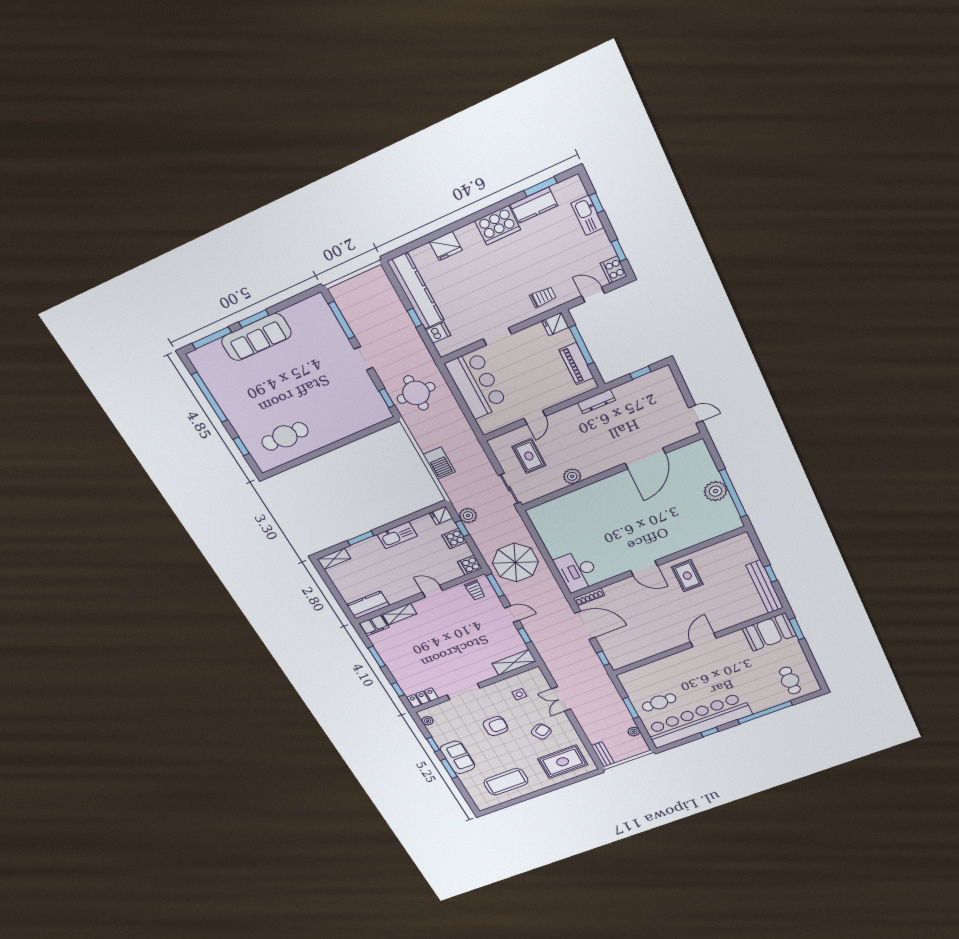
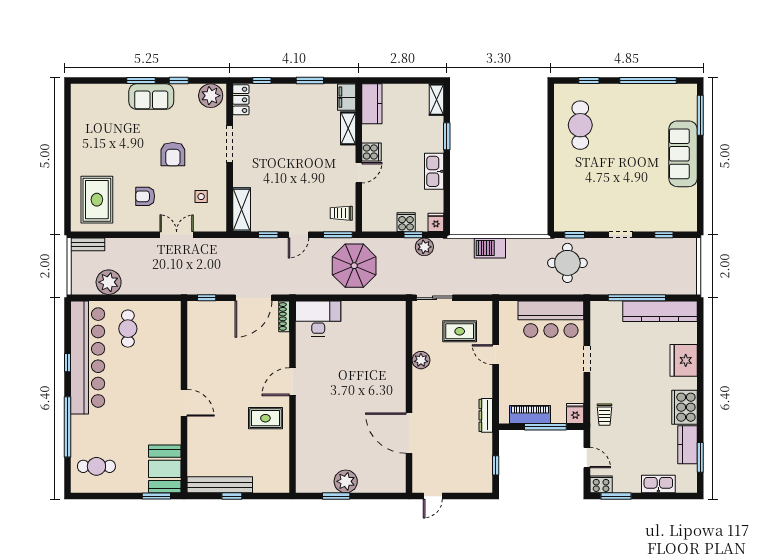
window: (596, 203) -> (665, 496), removed
fridge: (446, 246) -> (684, 360), width x1.36, depth x1.34
window: (619, 251) -> (616, 496), width x1.50
door: (593, 295) -> (587, 458), hinge flipped
window: (415, 318) -> (637, 298), width x3.17
window: (254, 319) -> (700, 161), removed
window: (341, 320) -> (664, 235), width x0.46
dishwasher: (438, 333) -> (614, 311), removed
window: (733, 493) -> (336, 496), width x0.47
cooker: (470, 565) -> (371, 152), moved, turned 90
window: (631, 708) -> (134, 298), removed
plant: (428, 721) -> (211, 96), width x1.87, depth x1.87
armchair: (541, 732) -> (145, 196), turned 119
plant: (634, 732) -> (109, 282), width x1.88, depth x1.88
coffee table: (506, 782) -> (97, 130), removed

